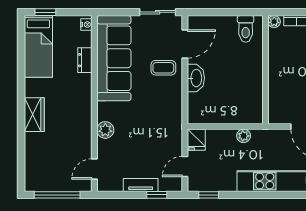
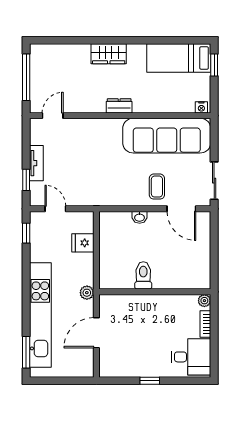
toilet: (246, 29) -> (143, 275), moved, turned 90
dresser: (85, 60) -> (119, 106), moved
washbasin: (196, 78) -> (140, 217), width x0.52, depth x0.69
plant: (105, 130) -> (93, 127), removed
plant: (244, 136) -> (87, 293), moved
fridge: (196, 140) -> (83, 243), moved
door: (94, 169) -> (53, 116), hinge flipped

